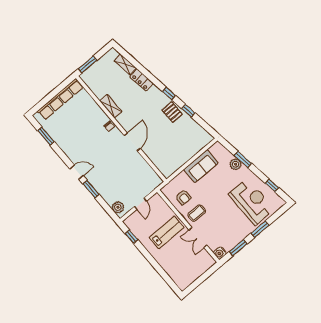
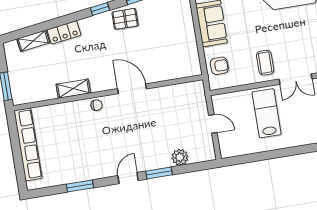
window: (46, 136) -> (80, 186), moved
armchair: (183, 197) -> (219, 66), moved
plant: (118, 207) -> (180, 157), moved
window: (131, 237) -> (246, 159), removed

